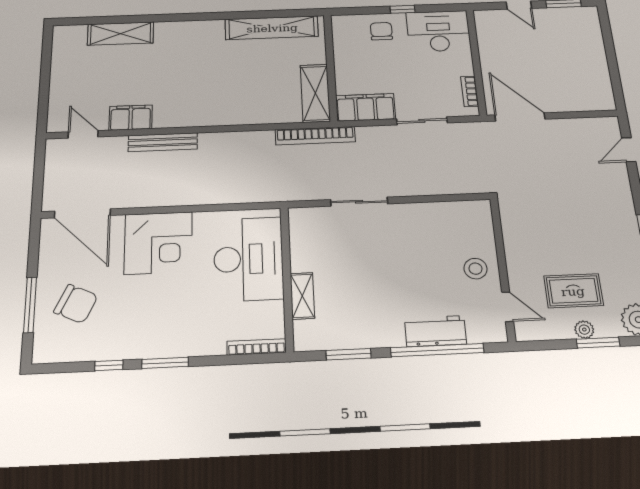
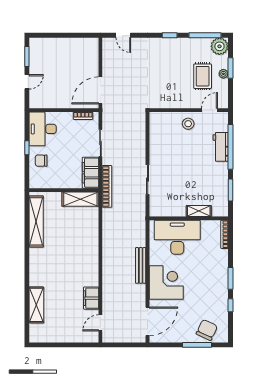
bookcase: (315, 136) -> (107, 186), moved
bench: (163, 142) -> (141, 265), moved
chair: (76, 304) -> (207, 330), moved

